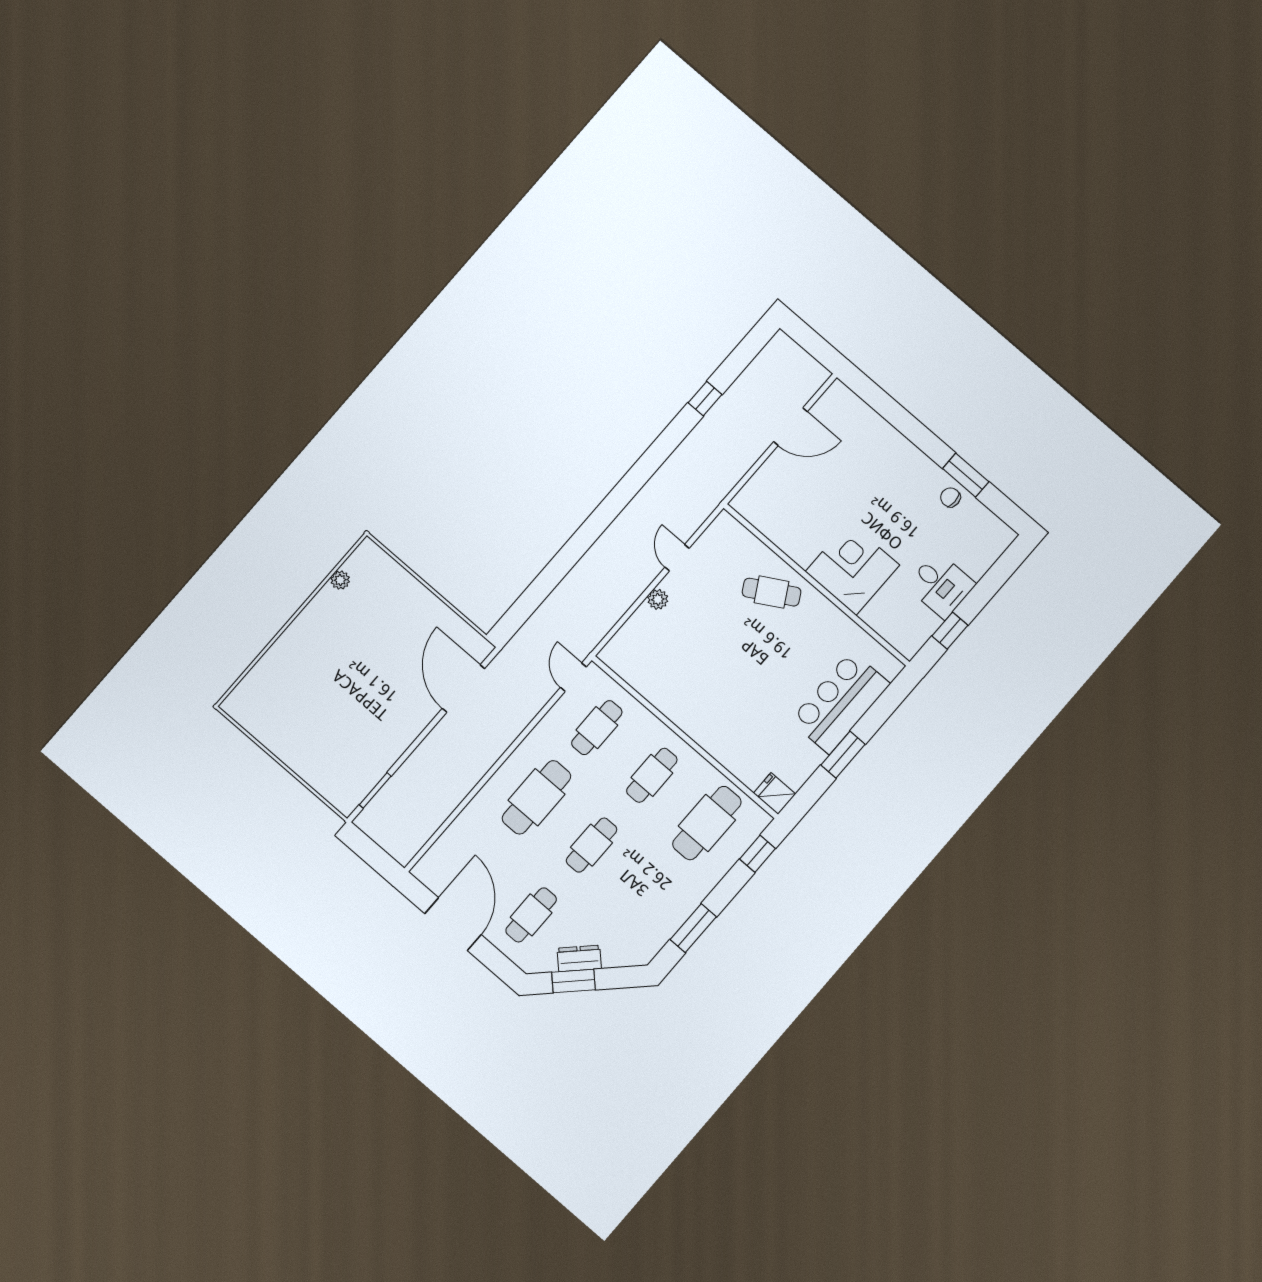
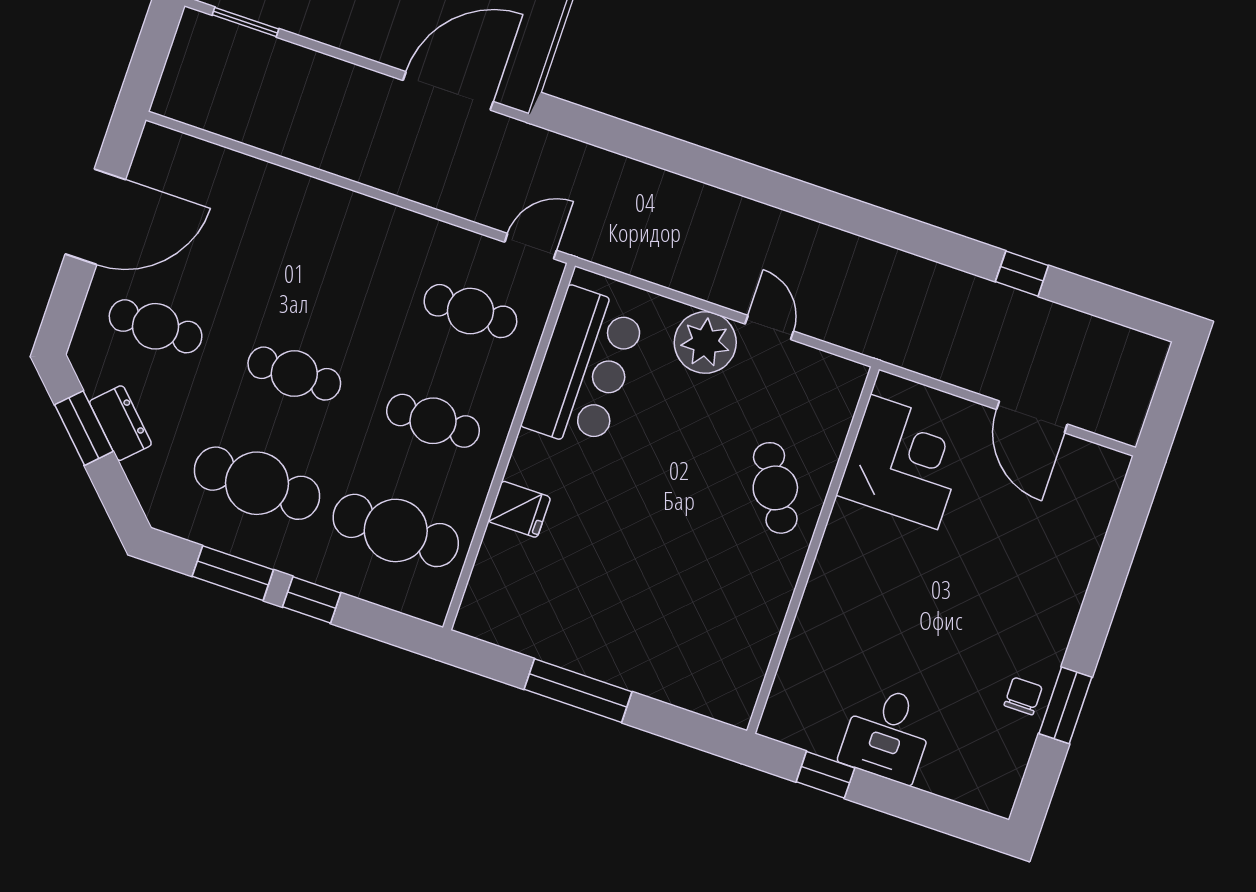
door: (677, 558) -> (769, 327), hinge flipped
corner desk: (852, 568) -> (904, 462), moved
plant: (658, 599) -> (705, 342), width x1.88, depth x1.88
bar counter: (840, 702) -> (584, 369), moved, turned 90
window: (843, 755) -> (578, 691), width x1.44
fridge: (775, 793) -> (519, 509), moved, turned 90
cafe table: (536, 797) -> (257, 483), moved
window: (757, 854) -> (312, 600), moved

